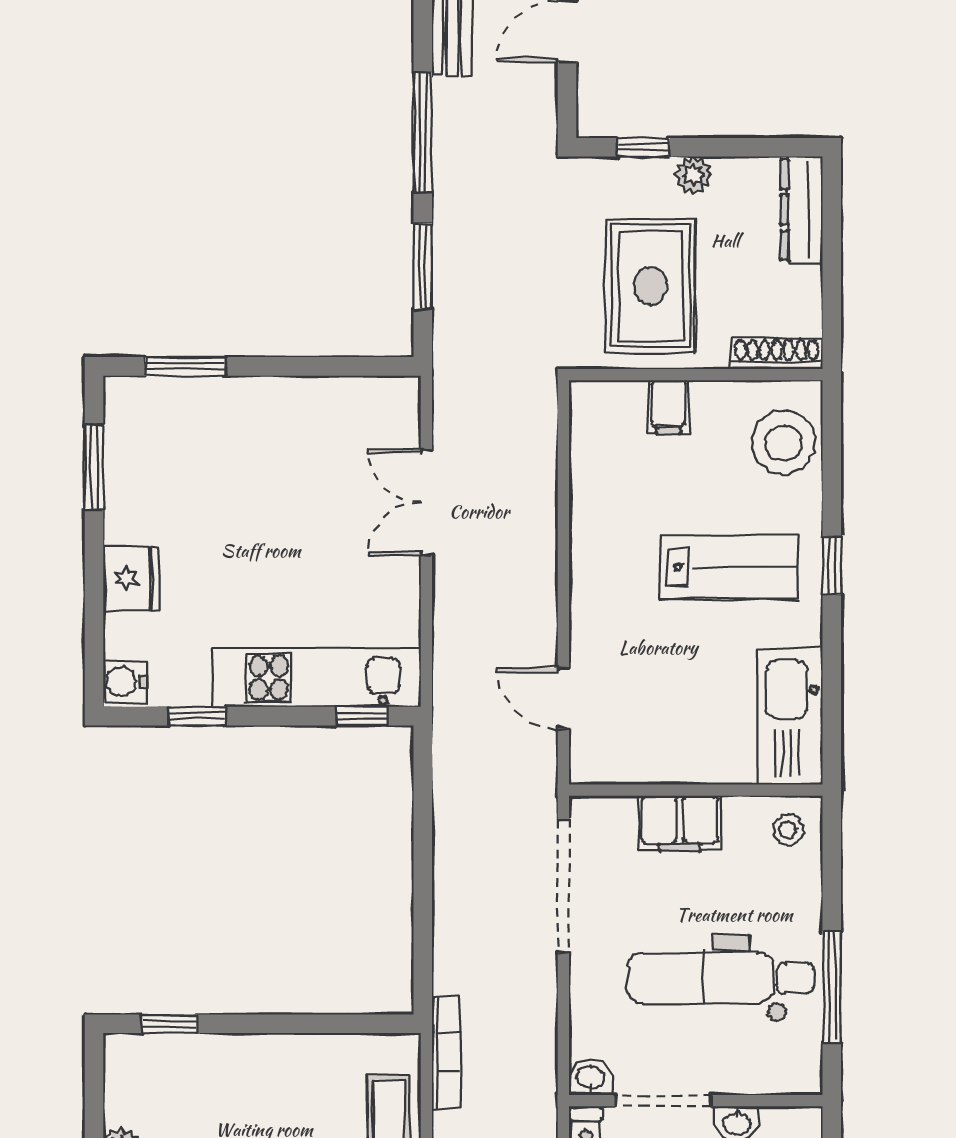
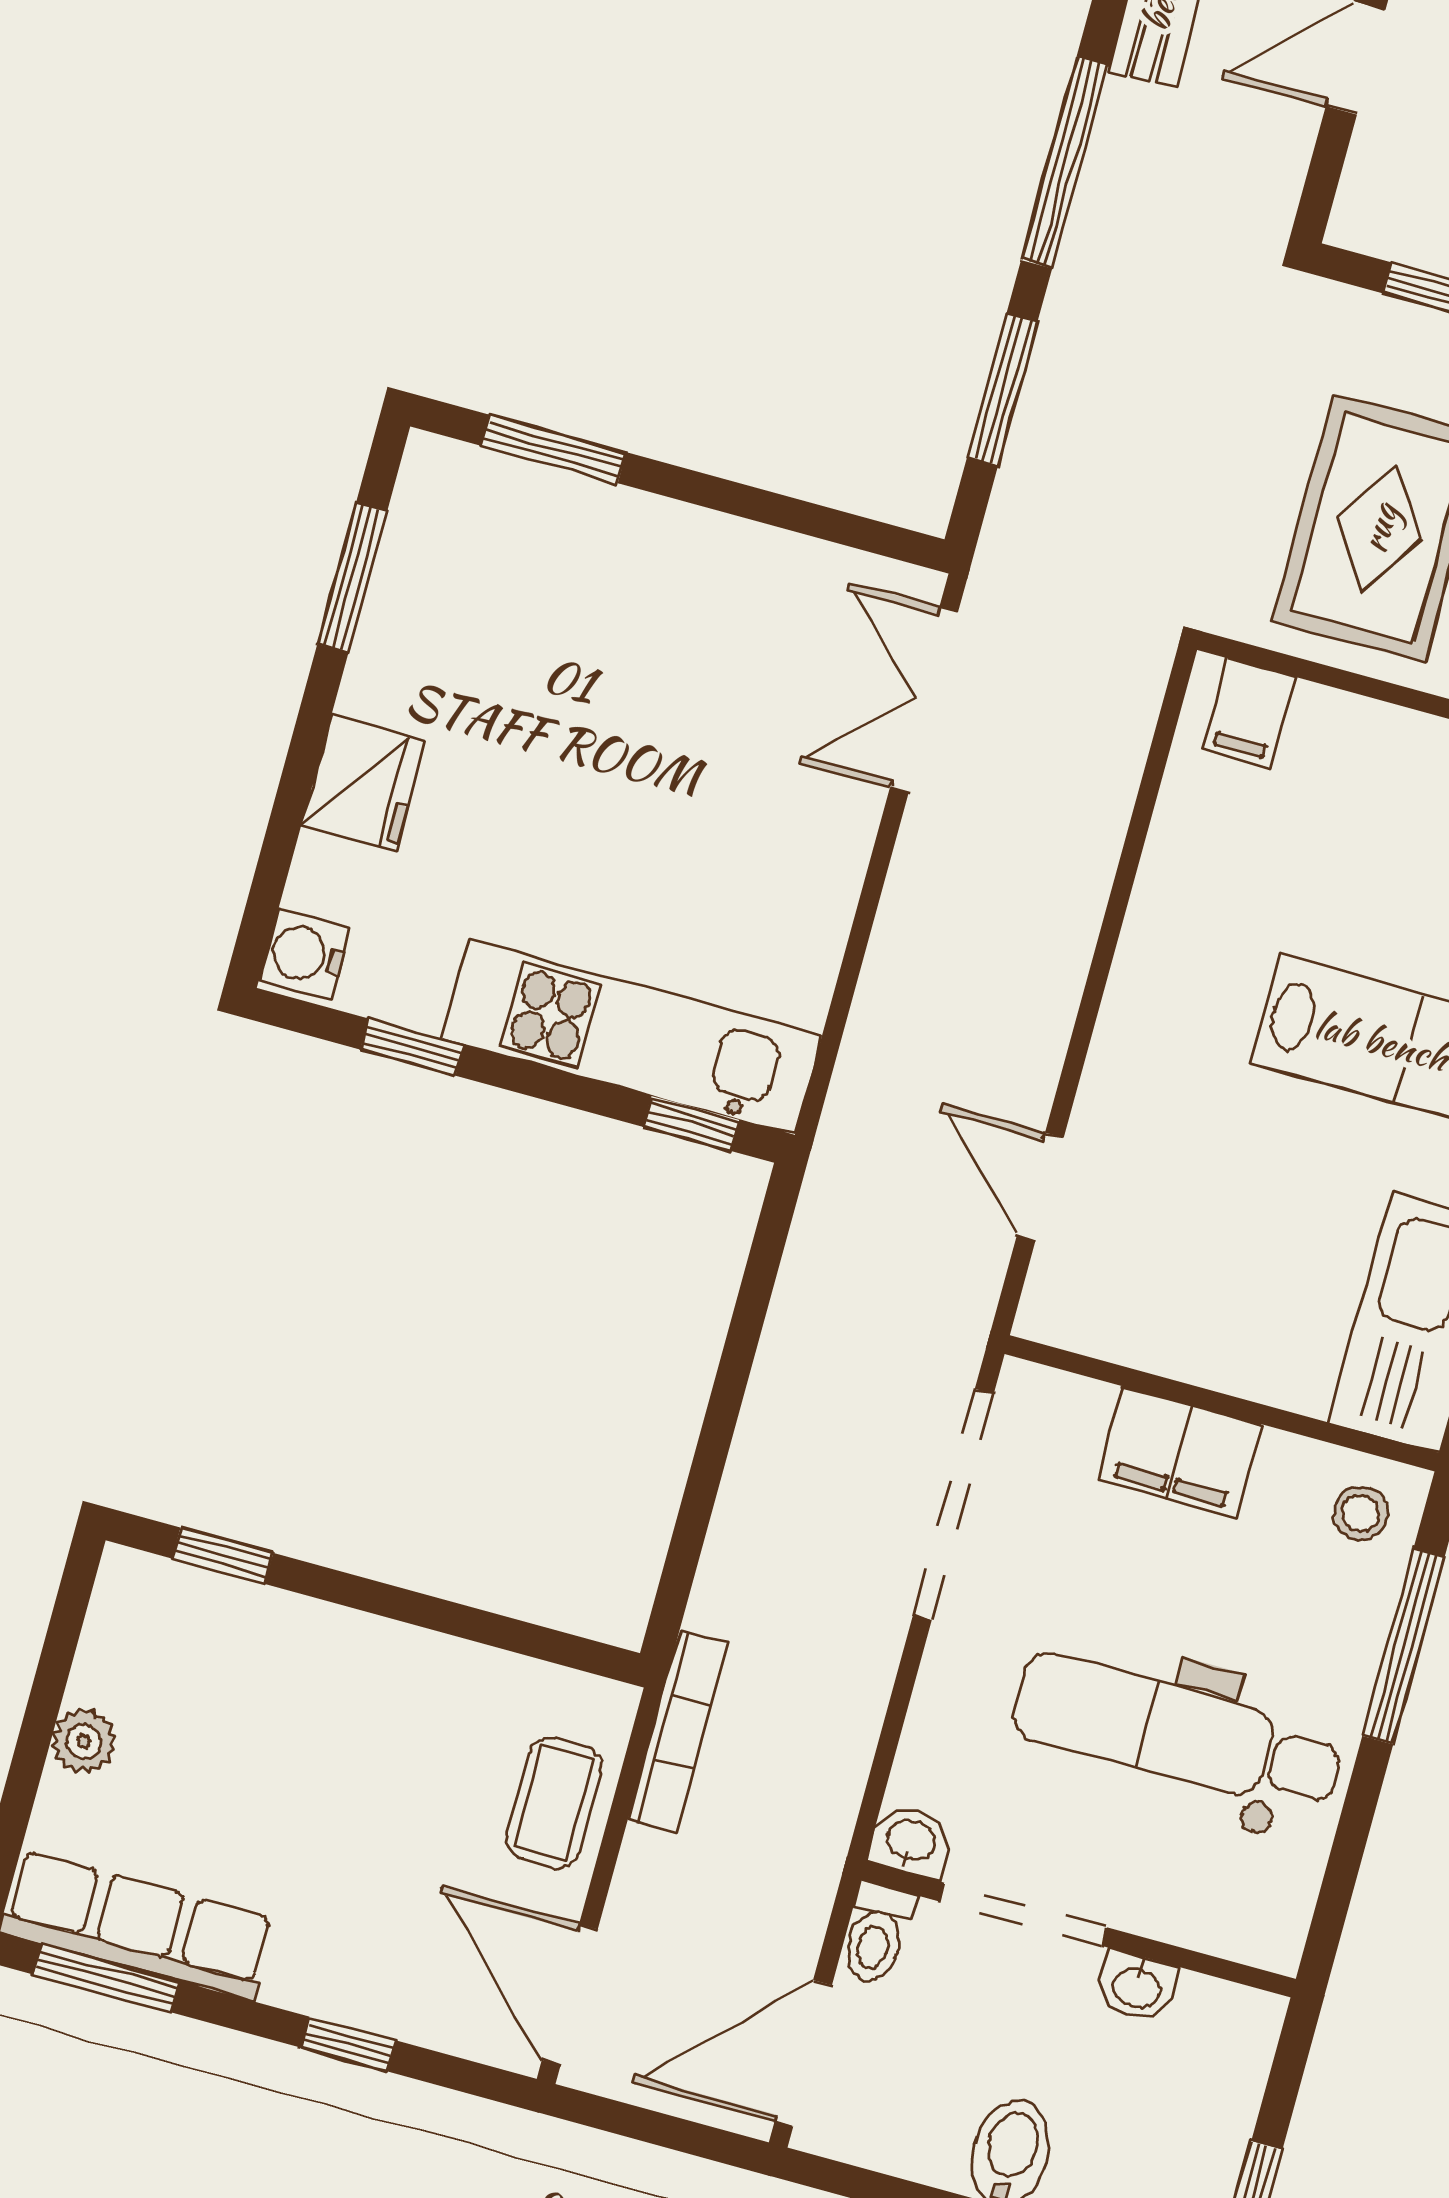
filing cabinet: (668, 407) -> (1249, 713), moved
double door: (426, 502) -> (924, 700), moved
window: (832, 986) -> (1403, 1646), moved

